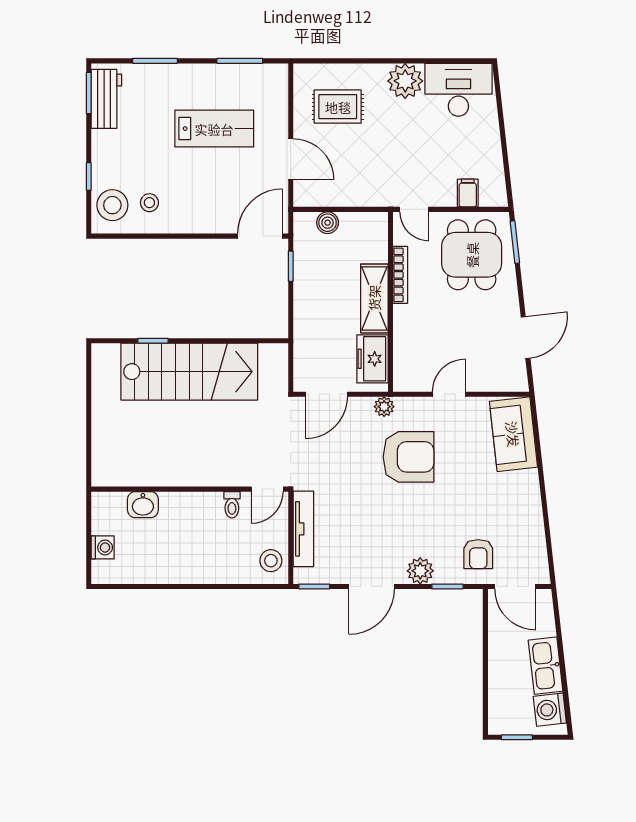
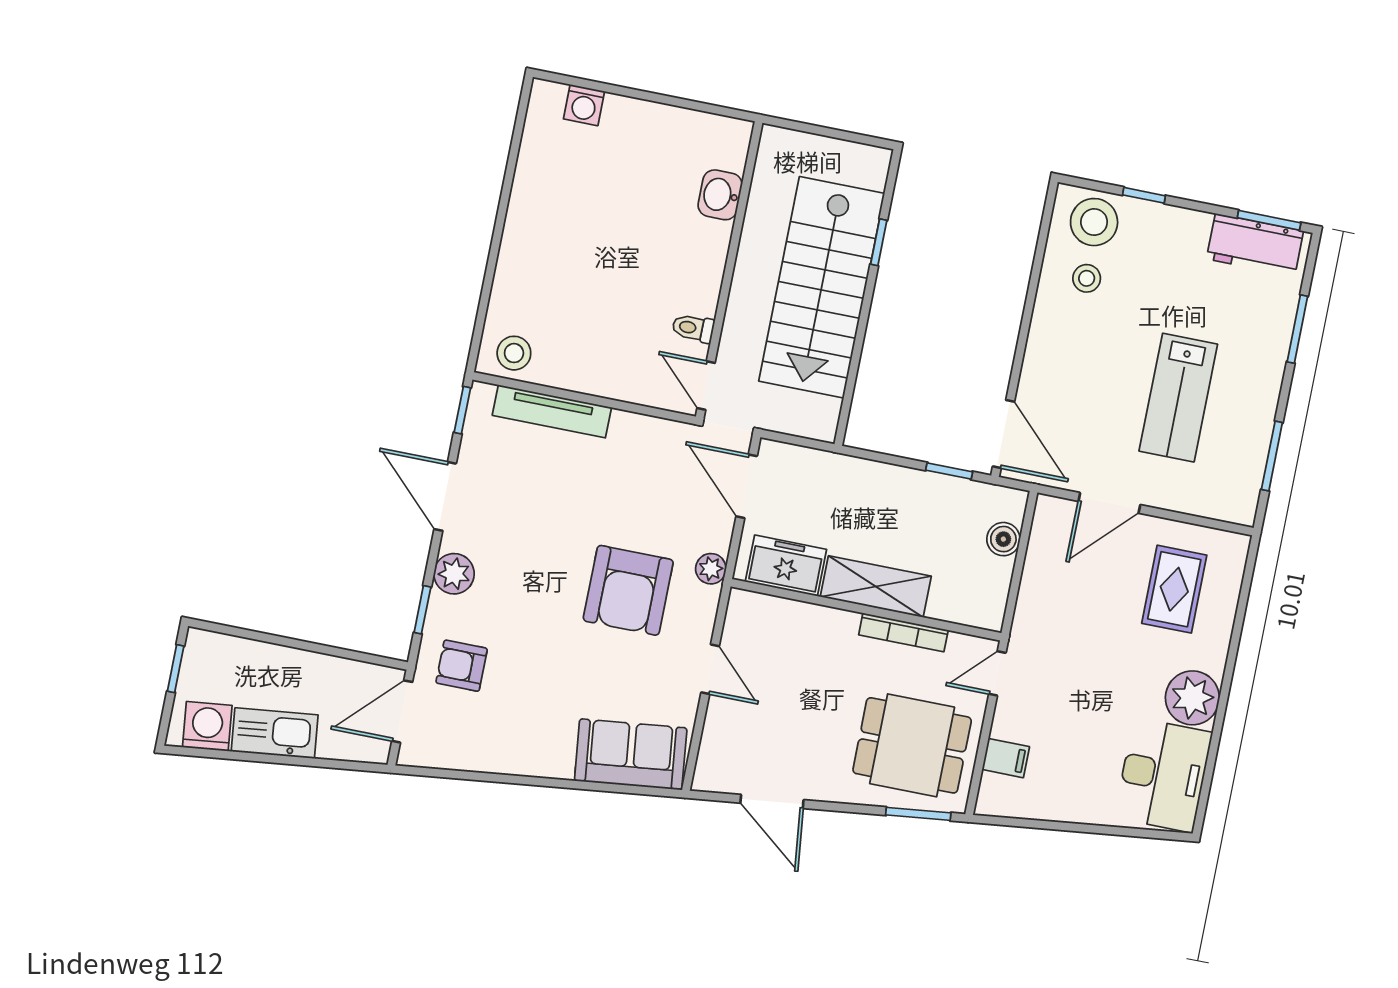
wall: (190, 489) -> (729, 270), moved
door: (267, 489) -> (706, 386), moved
washbasin: (143, 505) -> (720, 195), moved
toilet: (232, 505) -> (693, 328), moved

